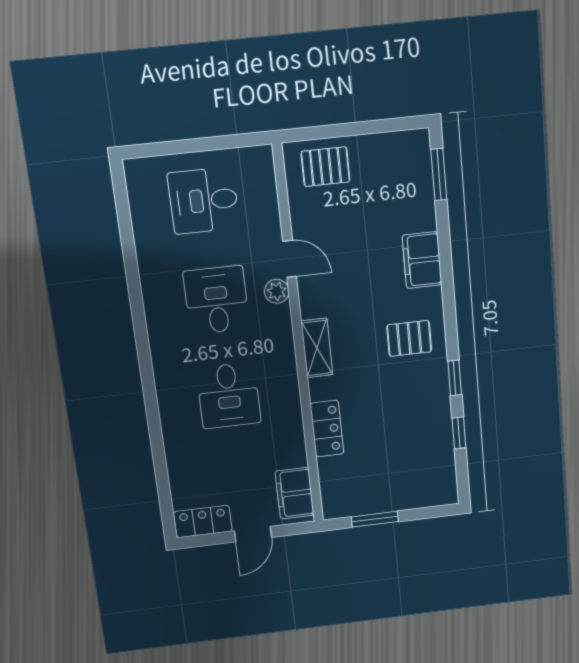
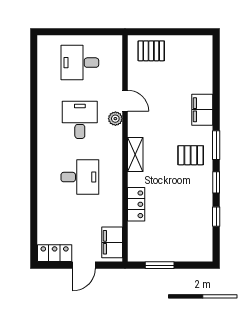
window: (439, 174) -> (216, 145), moved
desk: (229, 395) -> (80, 177), turned -90

